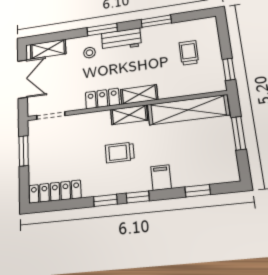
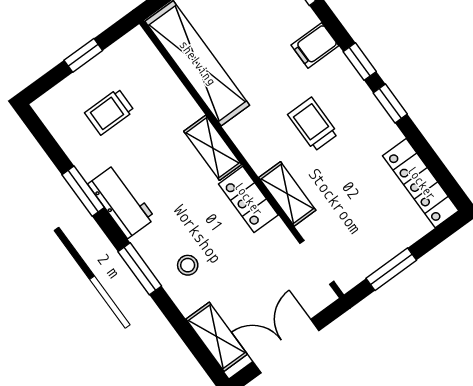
workbench: (121, 40) -> (121, 201), moved
window: (229, 69) -> (83, 55), moved
shelving: (129, 115) -> (287, 194), moved
trolley: (120, 152) -> (313, 124), turned 180

